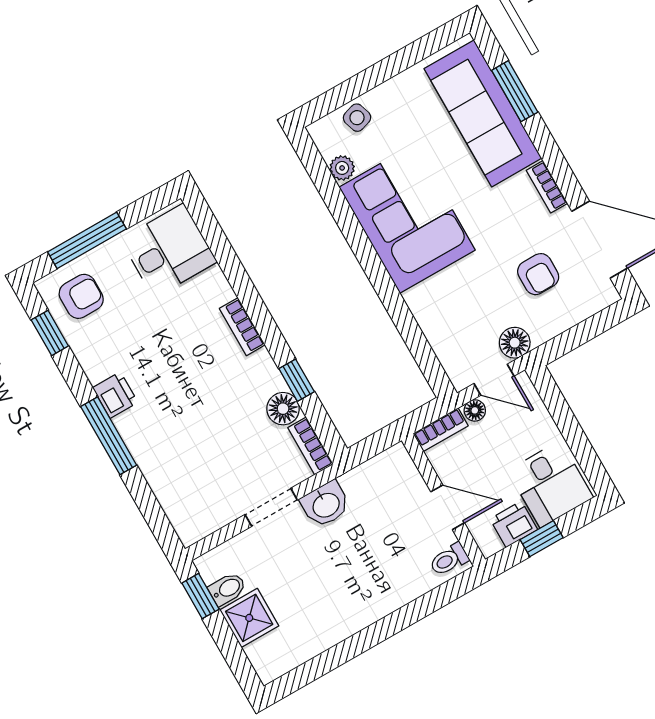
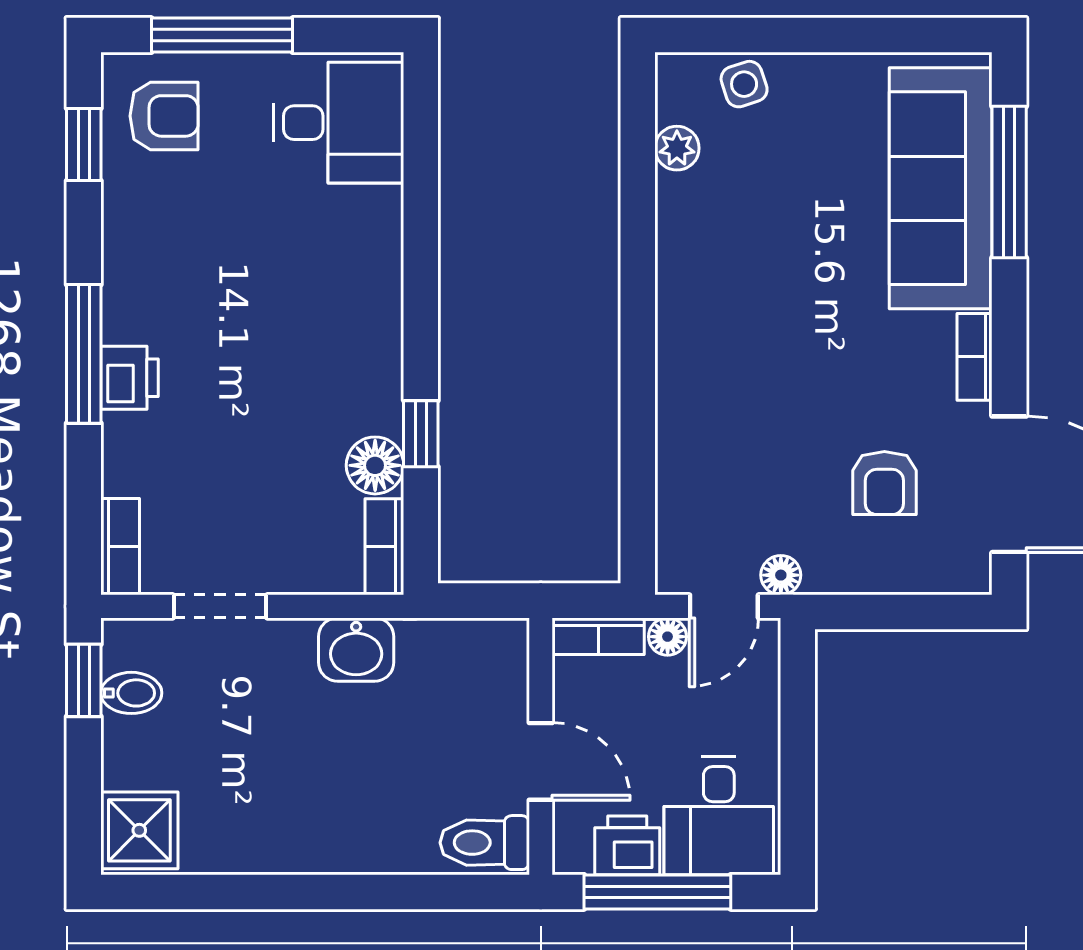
window: (515, 91) -> (1009, 182), width x1.44
corner sofa: (407, 219) -> (732, 283), removed
bookcase: (242, 327) -> (120, 547), moved, turned 180
floor lamp: (515, 343) -> (781, 575), width x0.73, depth x0.73
door: (494, 380) -> (724, 606), hinge flipped
printer: (115, 395) -> (130, 378), moved
doorway: (271, 507) -> (220, 606), moved
window: (542, 539) -> (657, 892), width x2.17
toilet: (449, 559) -> (485, 843), width x1.37, depth x1.39
shower: (249, 618) -> (139, 830), moved

